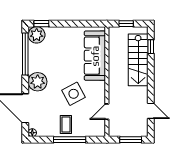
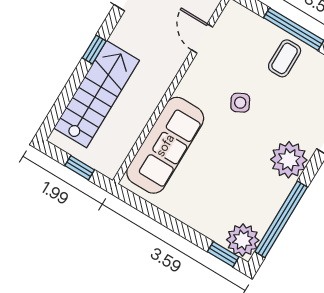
window: (151, 47) -> (94, 49), moved
side table: (74, 94) -> (240, 103), width x0.54, depth x0.54
door: (107, 112) -> (202, 38), swing flipped

